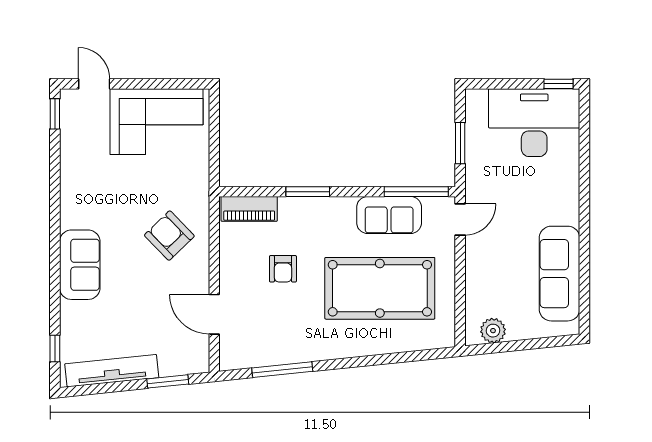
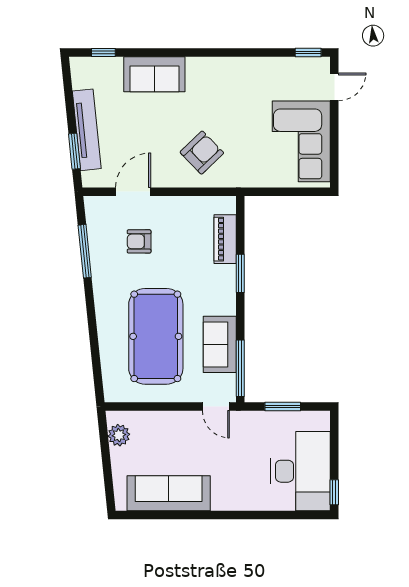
piano: (249, 209) -> (225, 239), moved
sofa: (80, 265) -> (154, 74), moved
armchair: (283, 269) -> (139, 241), moved
tv unit: (112, 371) -> (87, 130), moved

